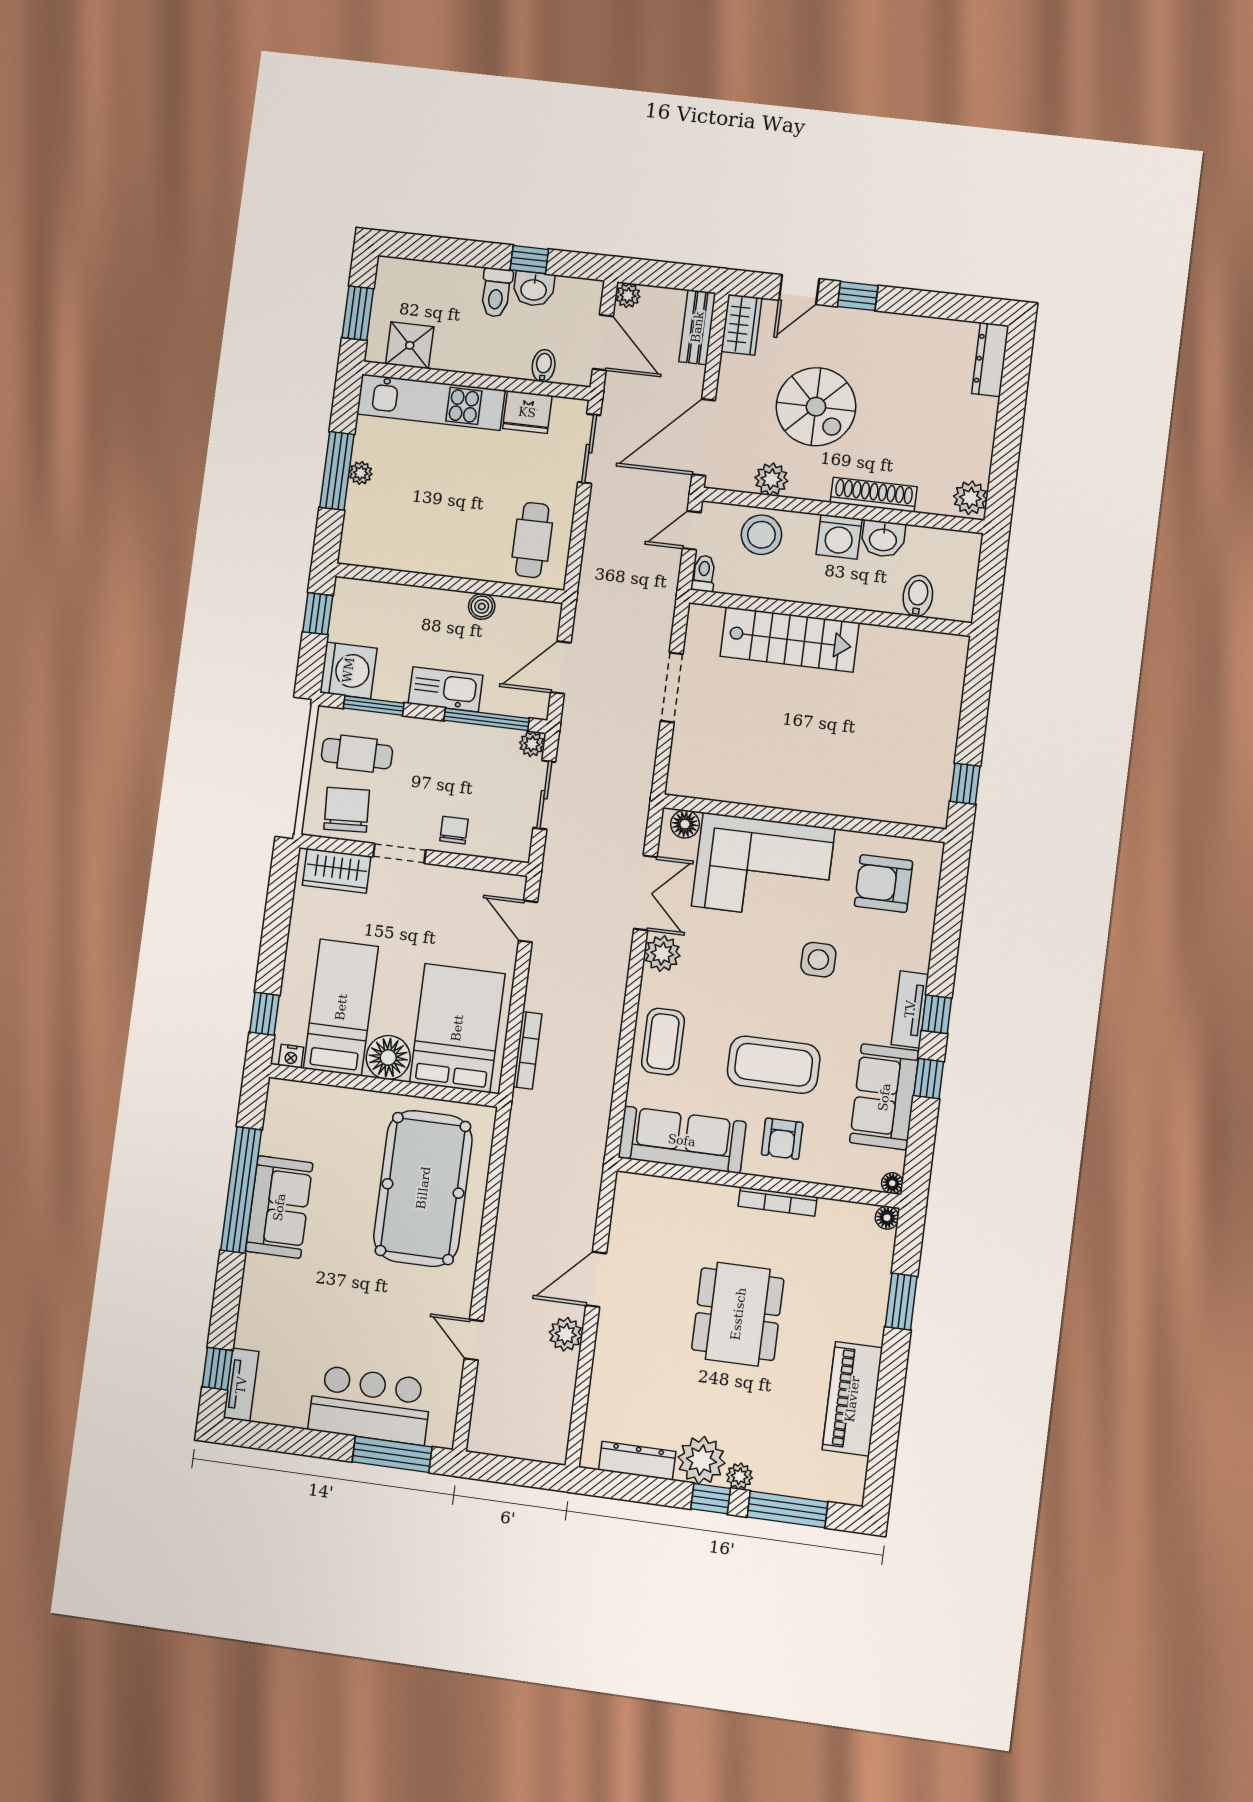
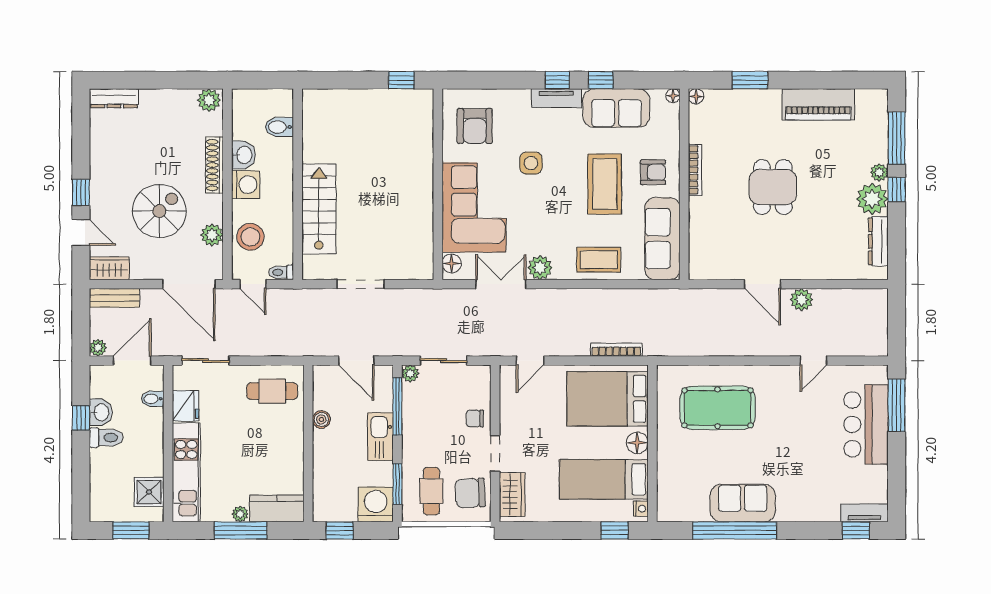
kitchen counter: (362, 527) -> (277, 508), added
floor lamp: (388, 1058) -> (637, 443), width x0.73, depth x0.73
pool table: (423, 1188) -> (718, 408), width x0.73, depth x0.76
dining table: (738, 1314) -> (773, 187), width x0.73

